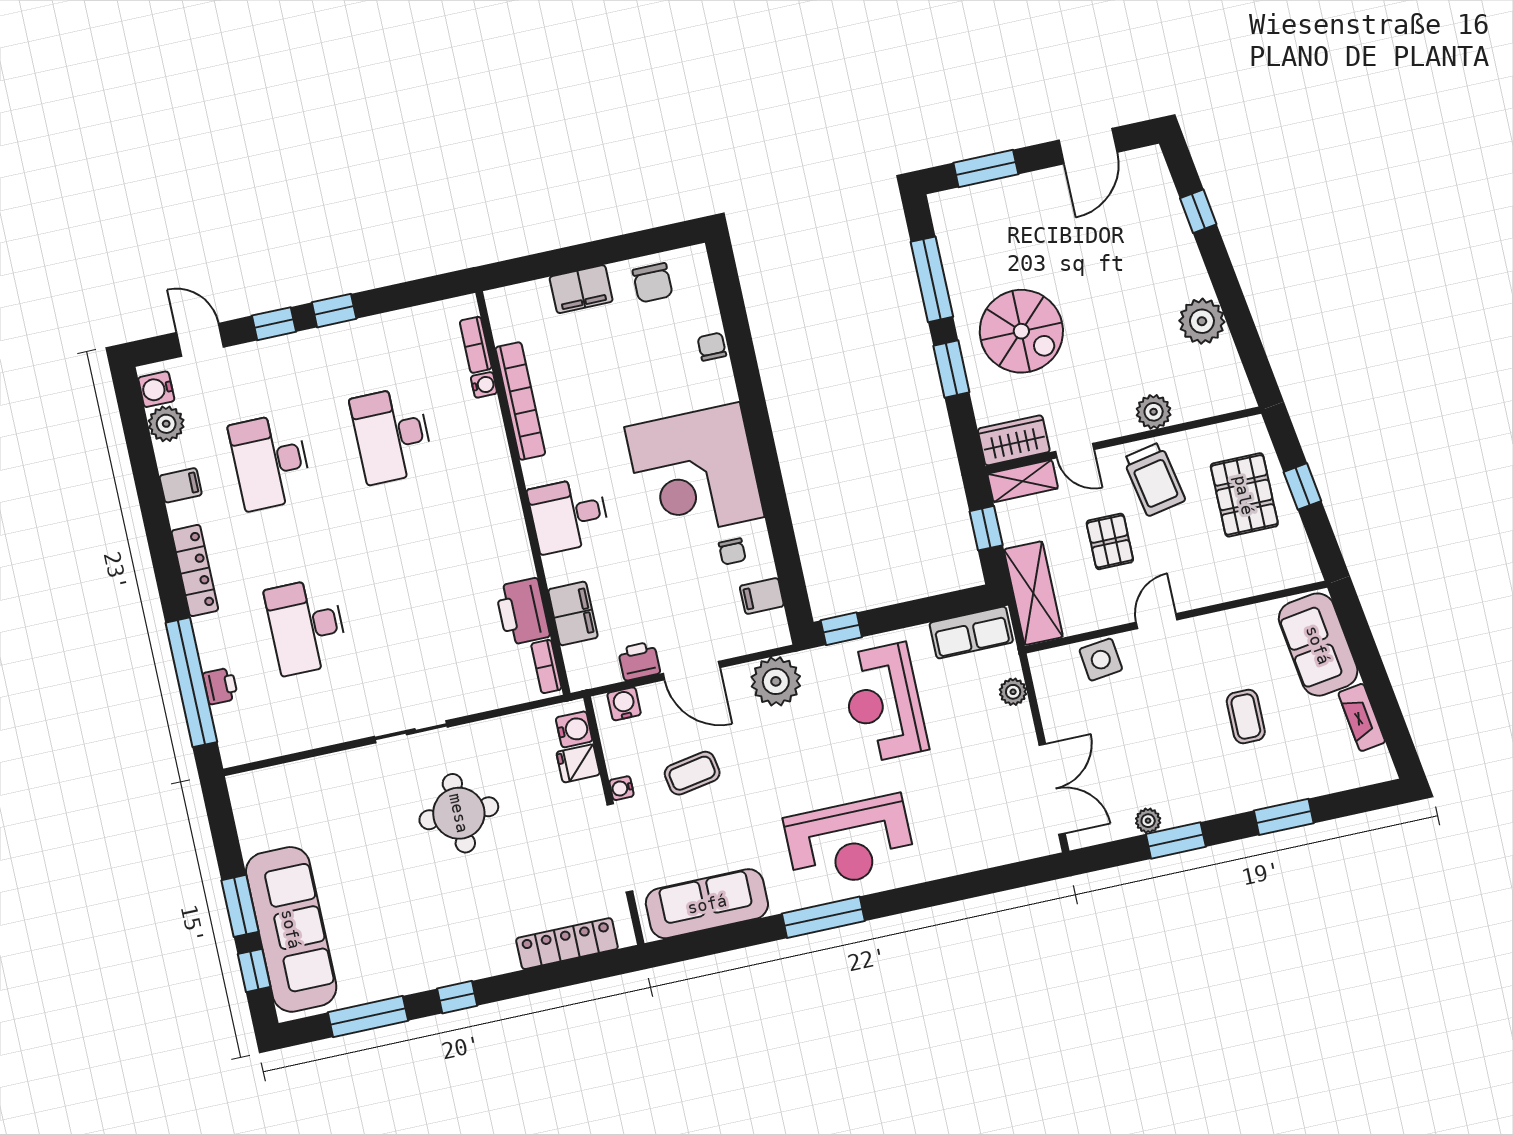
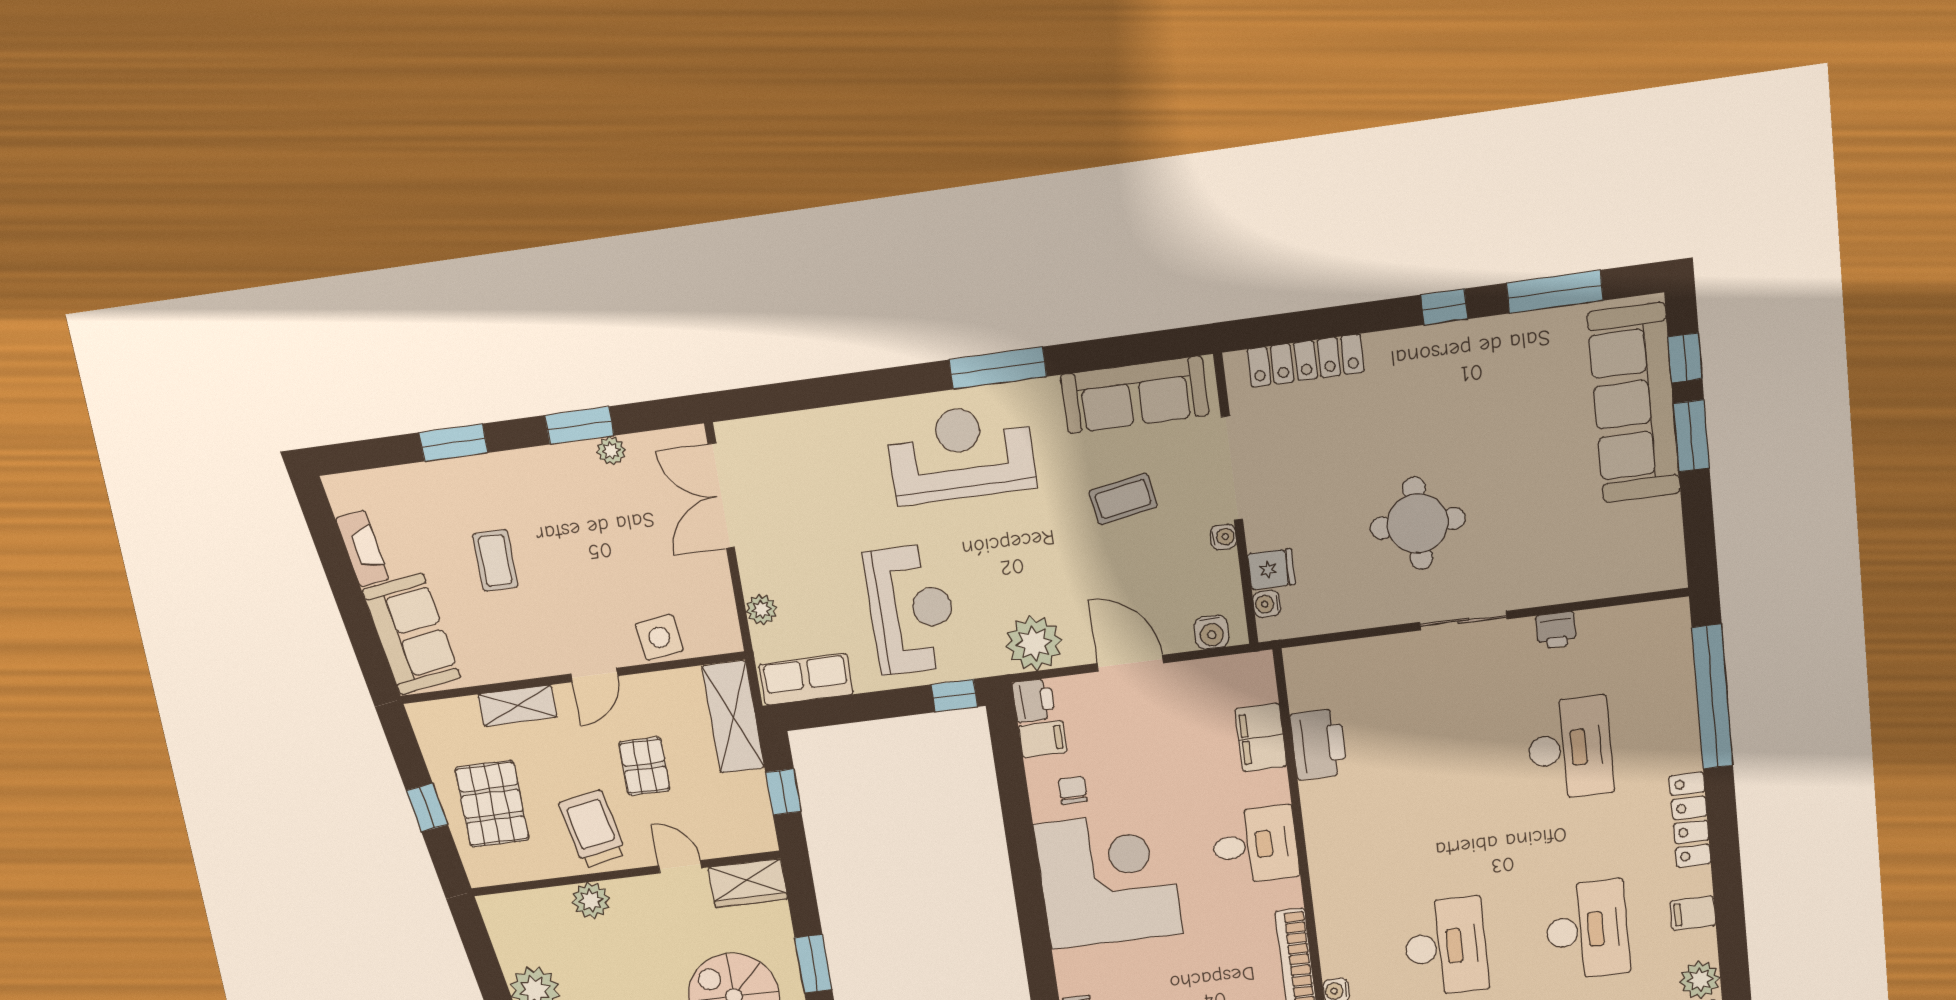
shelving: (1023, 481) -> (517, 706), moved
printer: (639, 661) -> (1034, 700), moved, turned -90
bookcase: (546, 667) -> (1297, 681), removed
printer: (220, 686) -> (1556, 630), moved, turned -90
water cooler: (574, 729) -> (1267, 604), width x0.72, depth x0.72
coffee table: (692, 773) -> (1123, 499), moved

